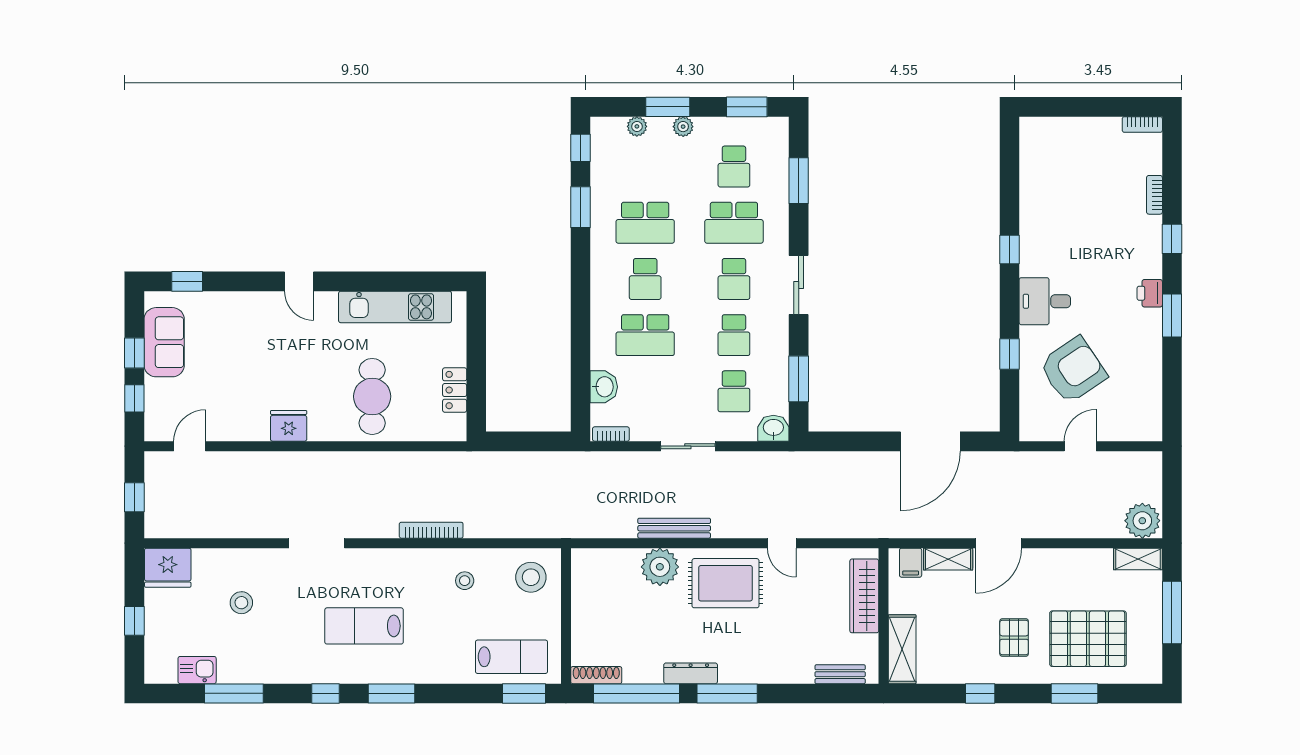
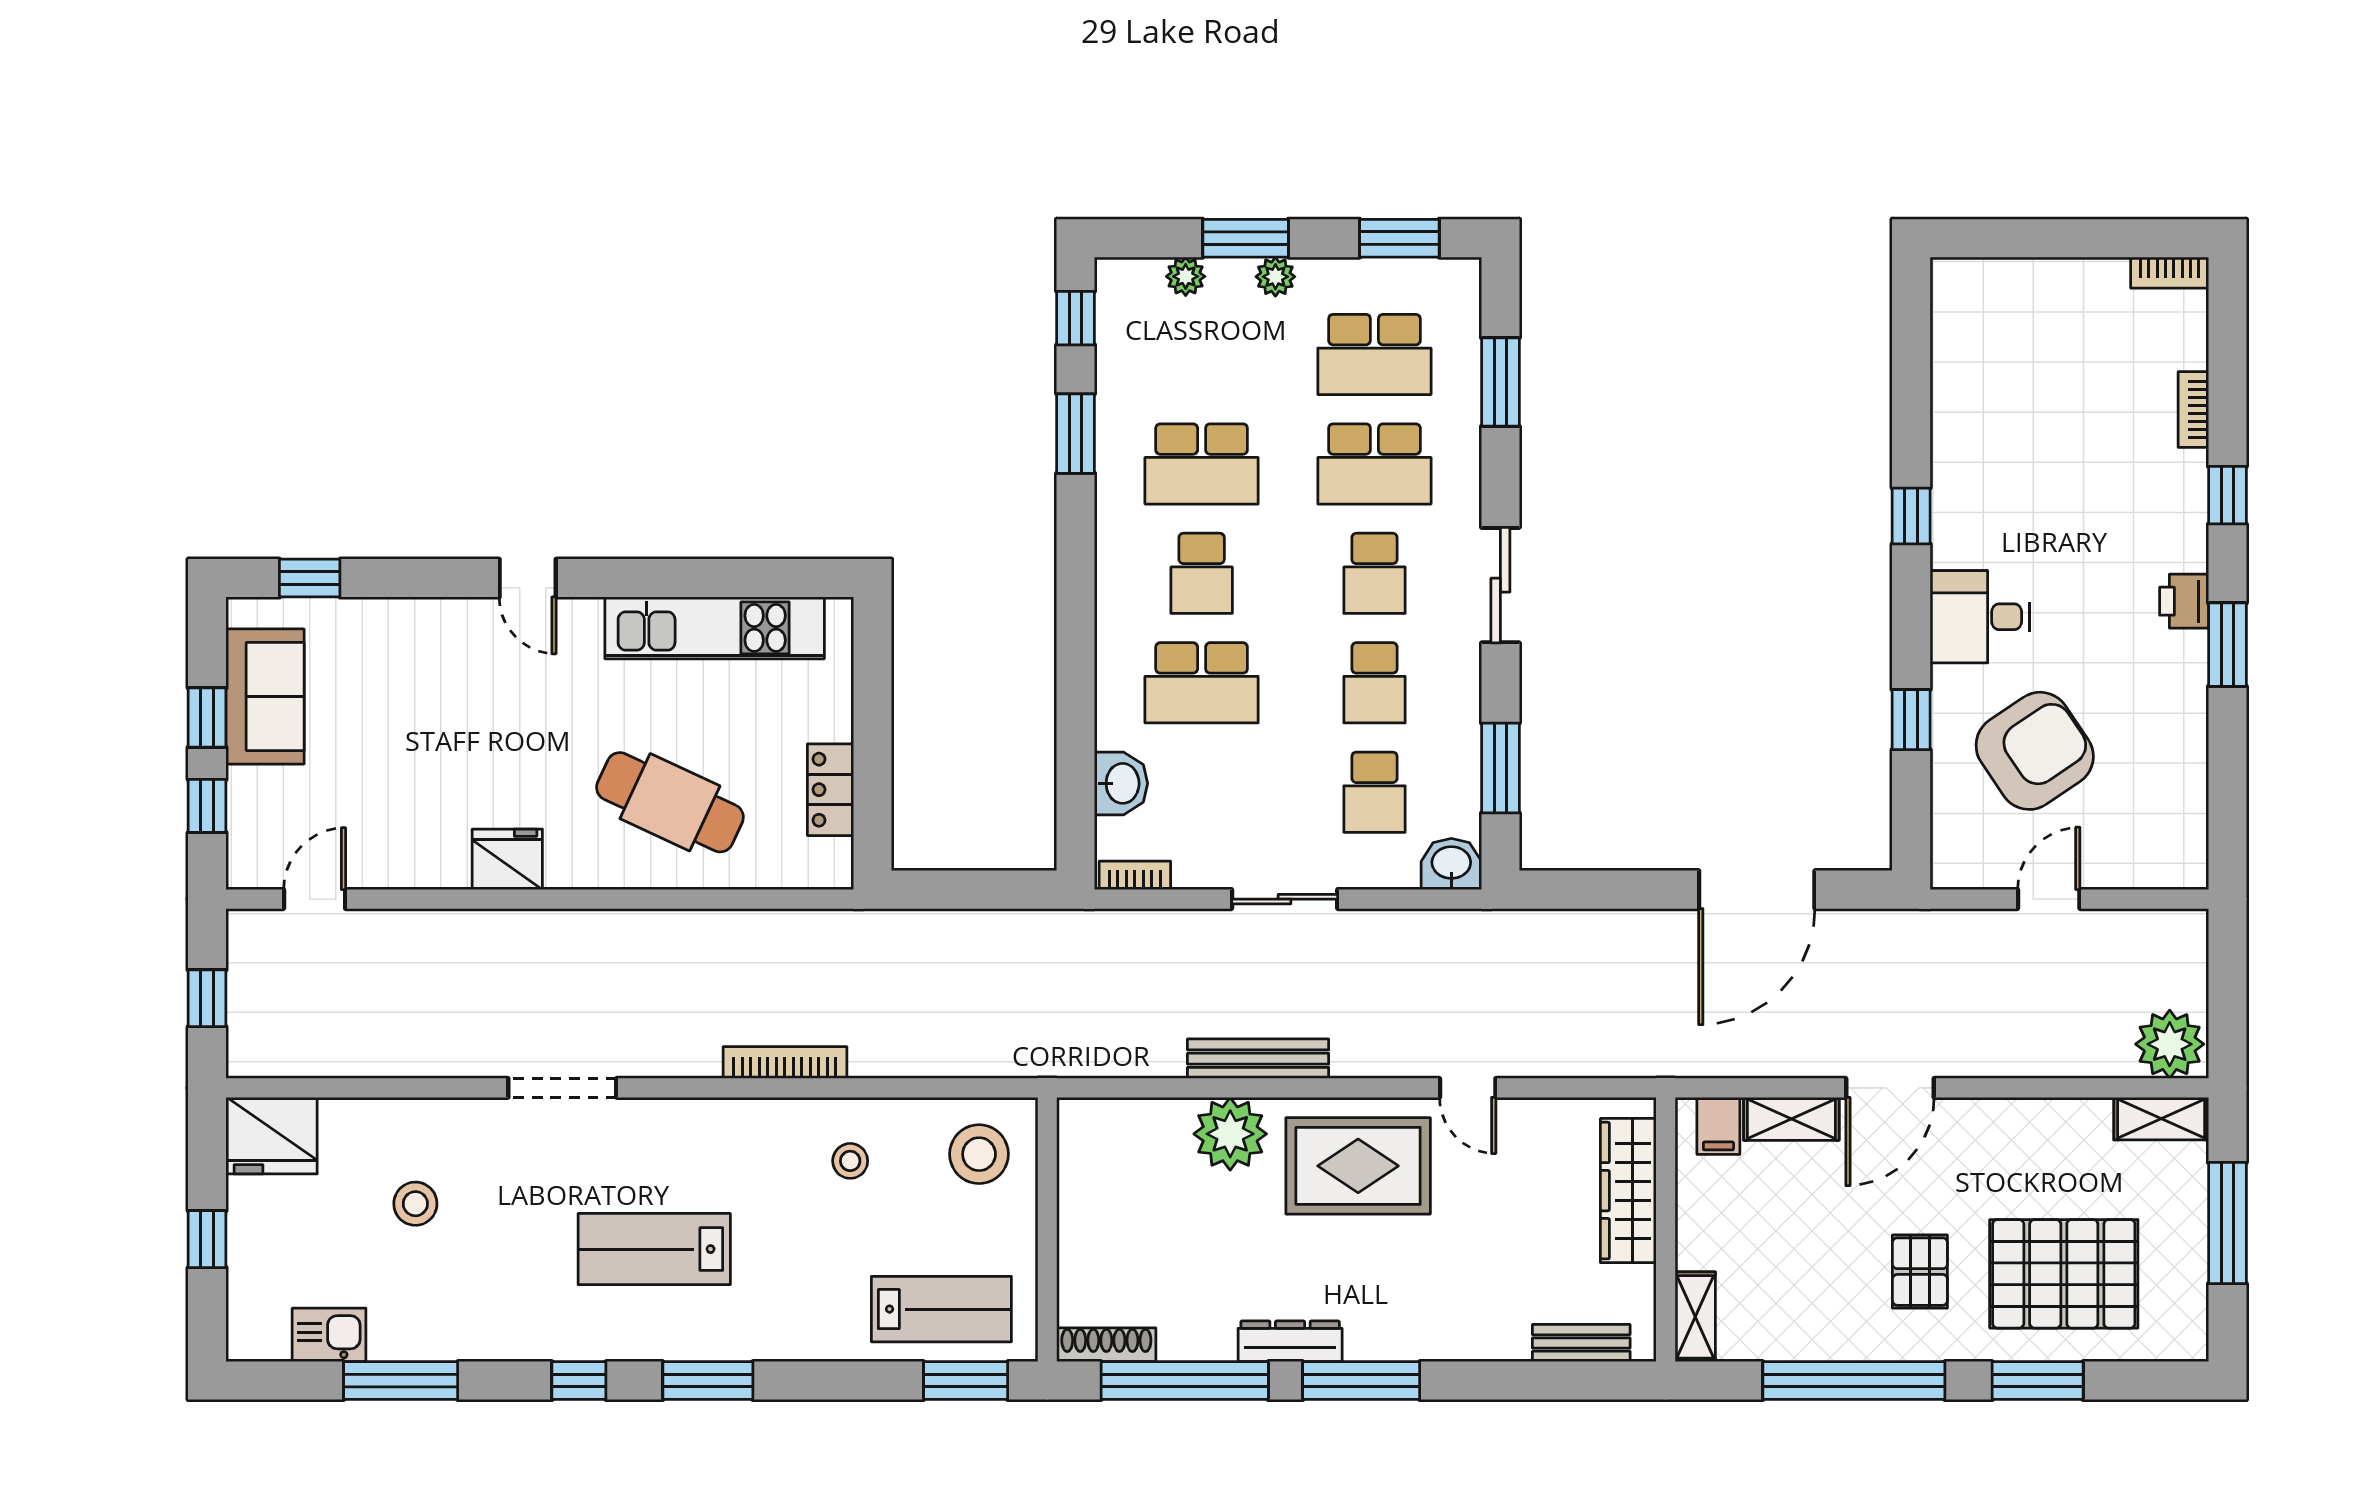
school desk: (734, 167) -> (1374, 354), width x1.85
cafe table: (372, 396) -> (670, 802), turned -65
shelving: (902, 649) -> (1695, 1317), width x0.67, depth x0.75
window: (980, 693) -> (1854, 1381), width x3.17

